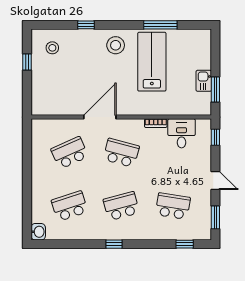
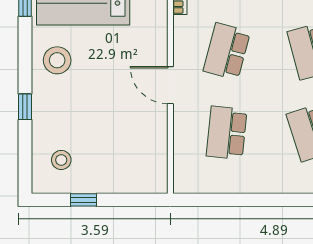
door: (100, 117) -> (170, 85), width x0.73
school desk: (70, 153) -> (227, 133), turned 30

